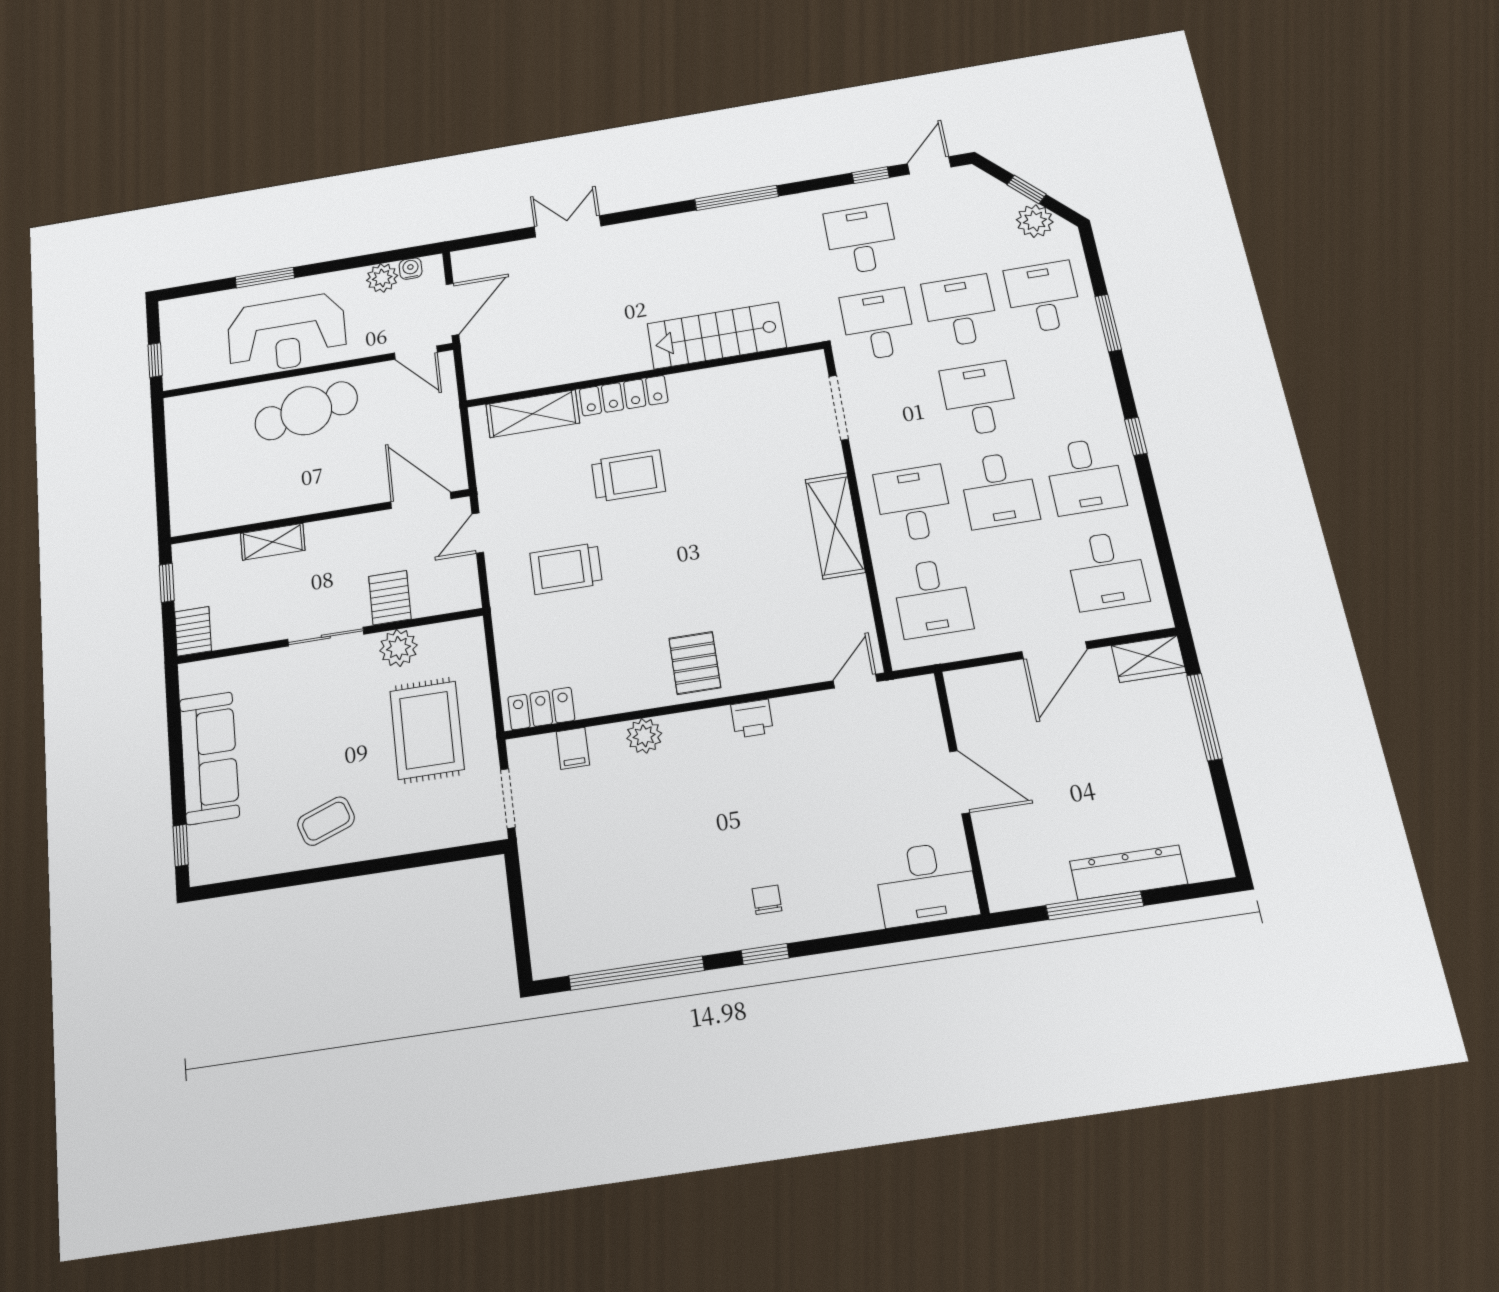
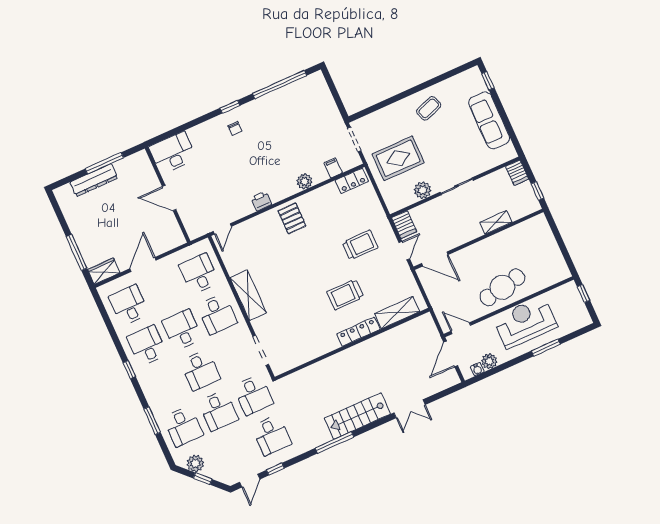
stairs: (717, 336) -> (357, 416), moved, turned 180
server rack: (390, 598) -> (404, 225), moved
rug: (427, 730) -> (398, 158), turned 90

